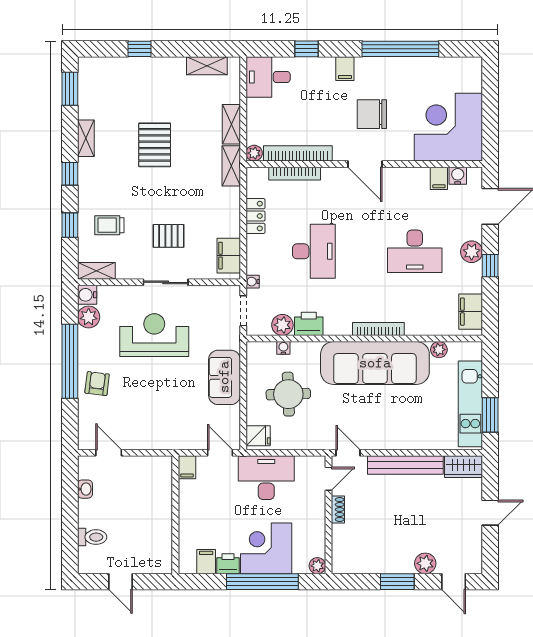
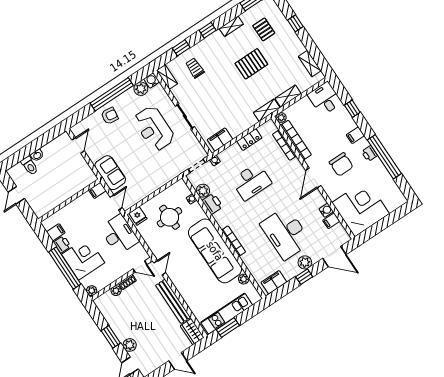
printer: (383, 66) -> (369, 154), added
chair: (372, 114) -> (341, 164), turned 180
water cooler: (458, 176) -> (326, 210), moved
pallet: (168, 236) -> (264, 29), moved
desk: (415, 251) -> (286, 233), width x1.36, depth x1.30
reception desk: (154, 335) -> (154, 129), turned 180
sofa: (224, 377) -> (110, 173), moved, turned 90
washbasin: (85, 489) -> (37, 155), moved
plant: (339, 533) -> (116, 291), added

